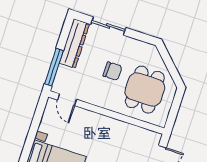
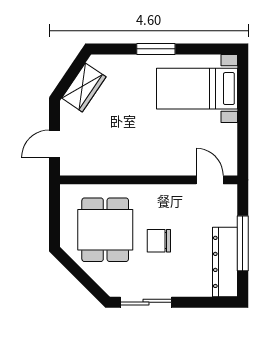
sliding door: (108, 26) -> (146, 302), moved
window: (54, 67) -> (243, 243), moved

